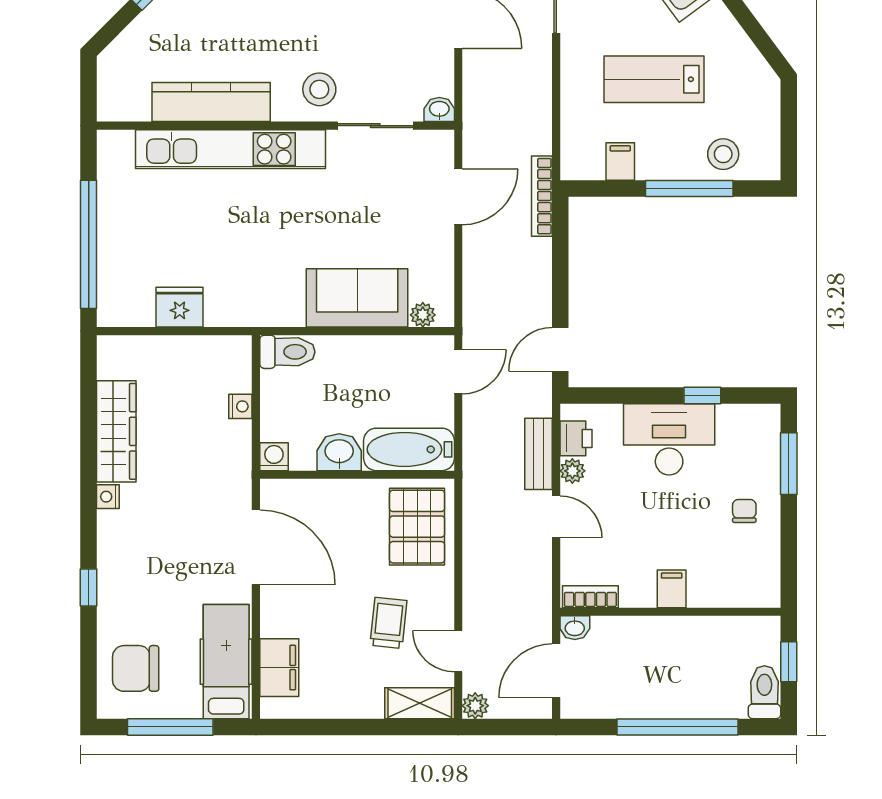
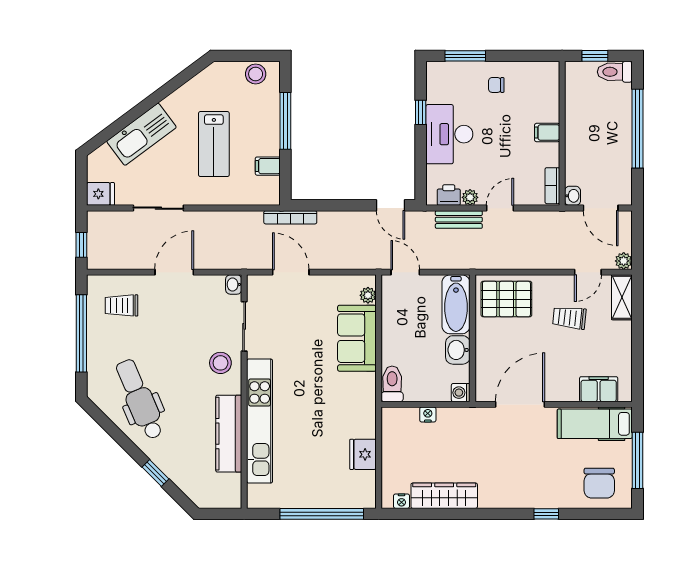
stool: (723, 154) -> (256, 74), moved
nightstand: (108, 497) -> (402, 501), moved

